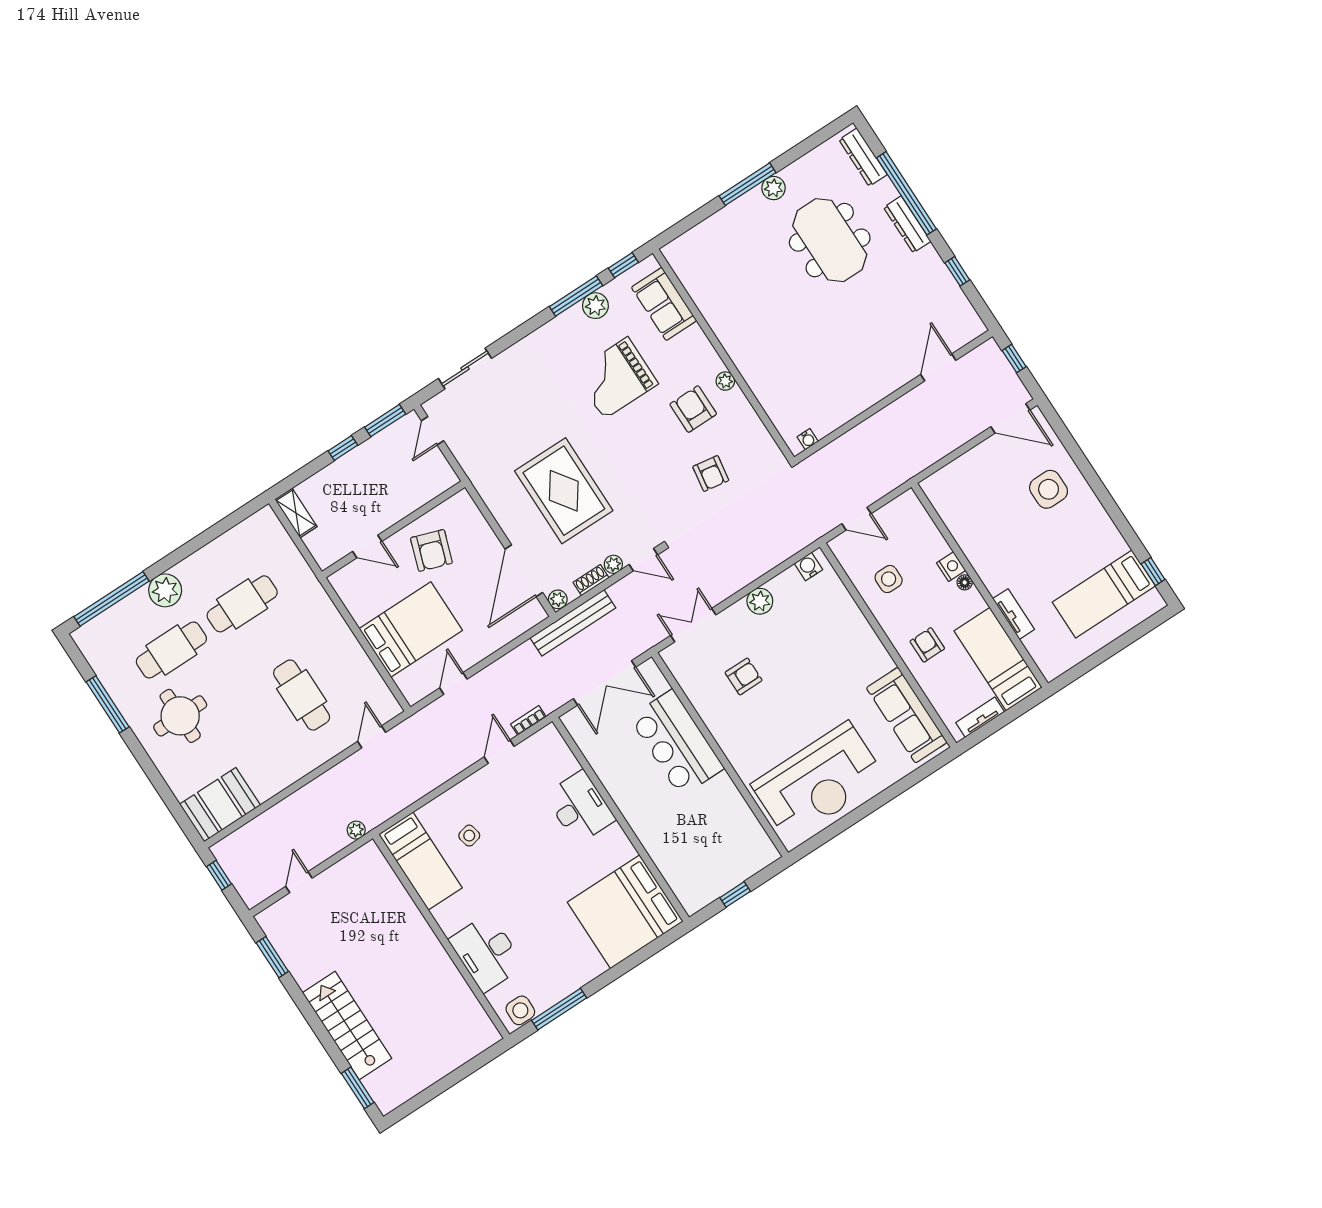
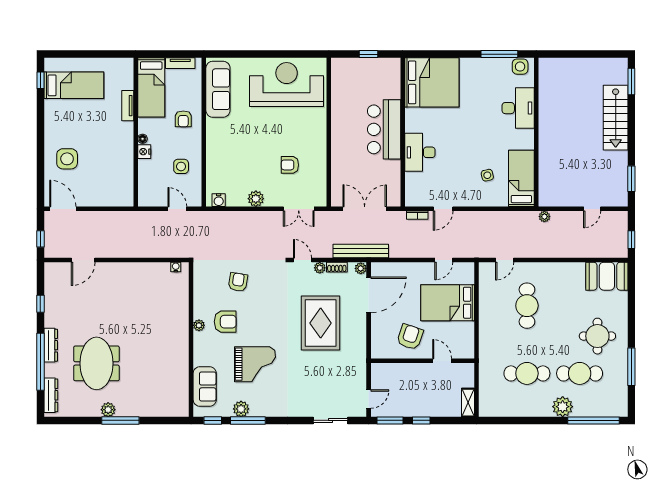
armchair: (693, 409) -> (225, 322), turned -90
bar counter: (677, 743) -> (384, 129), moved, turned 180

